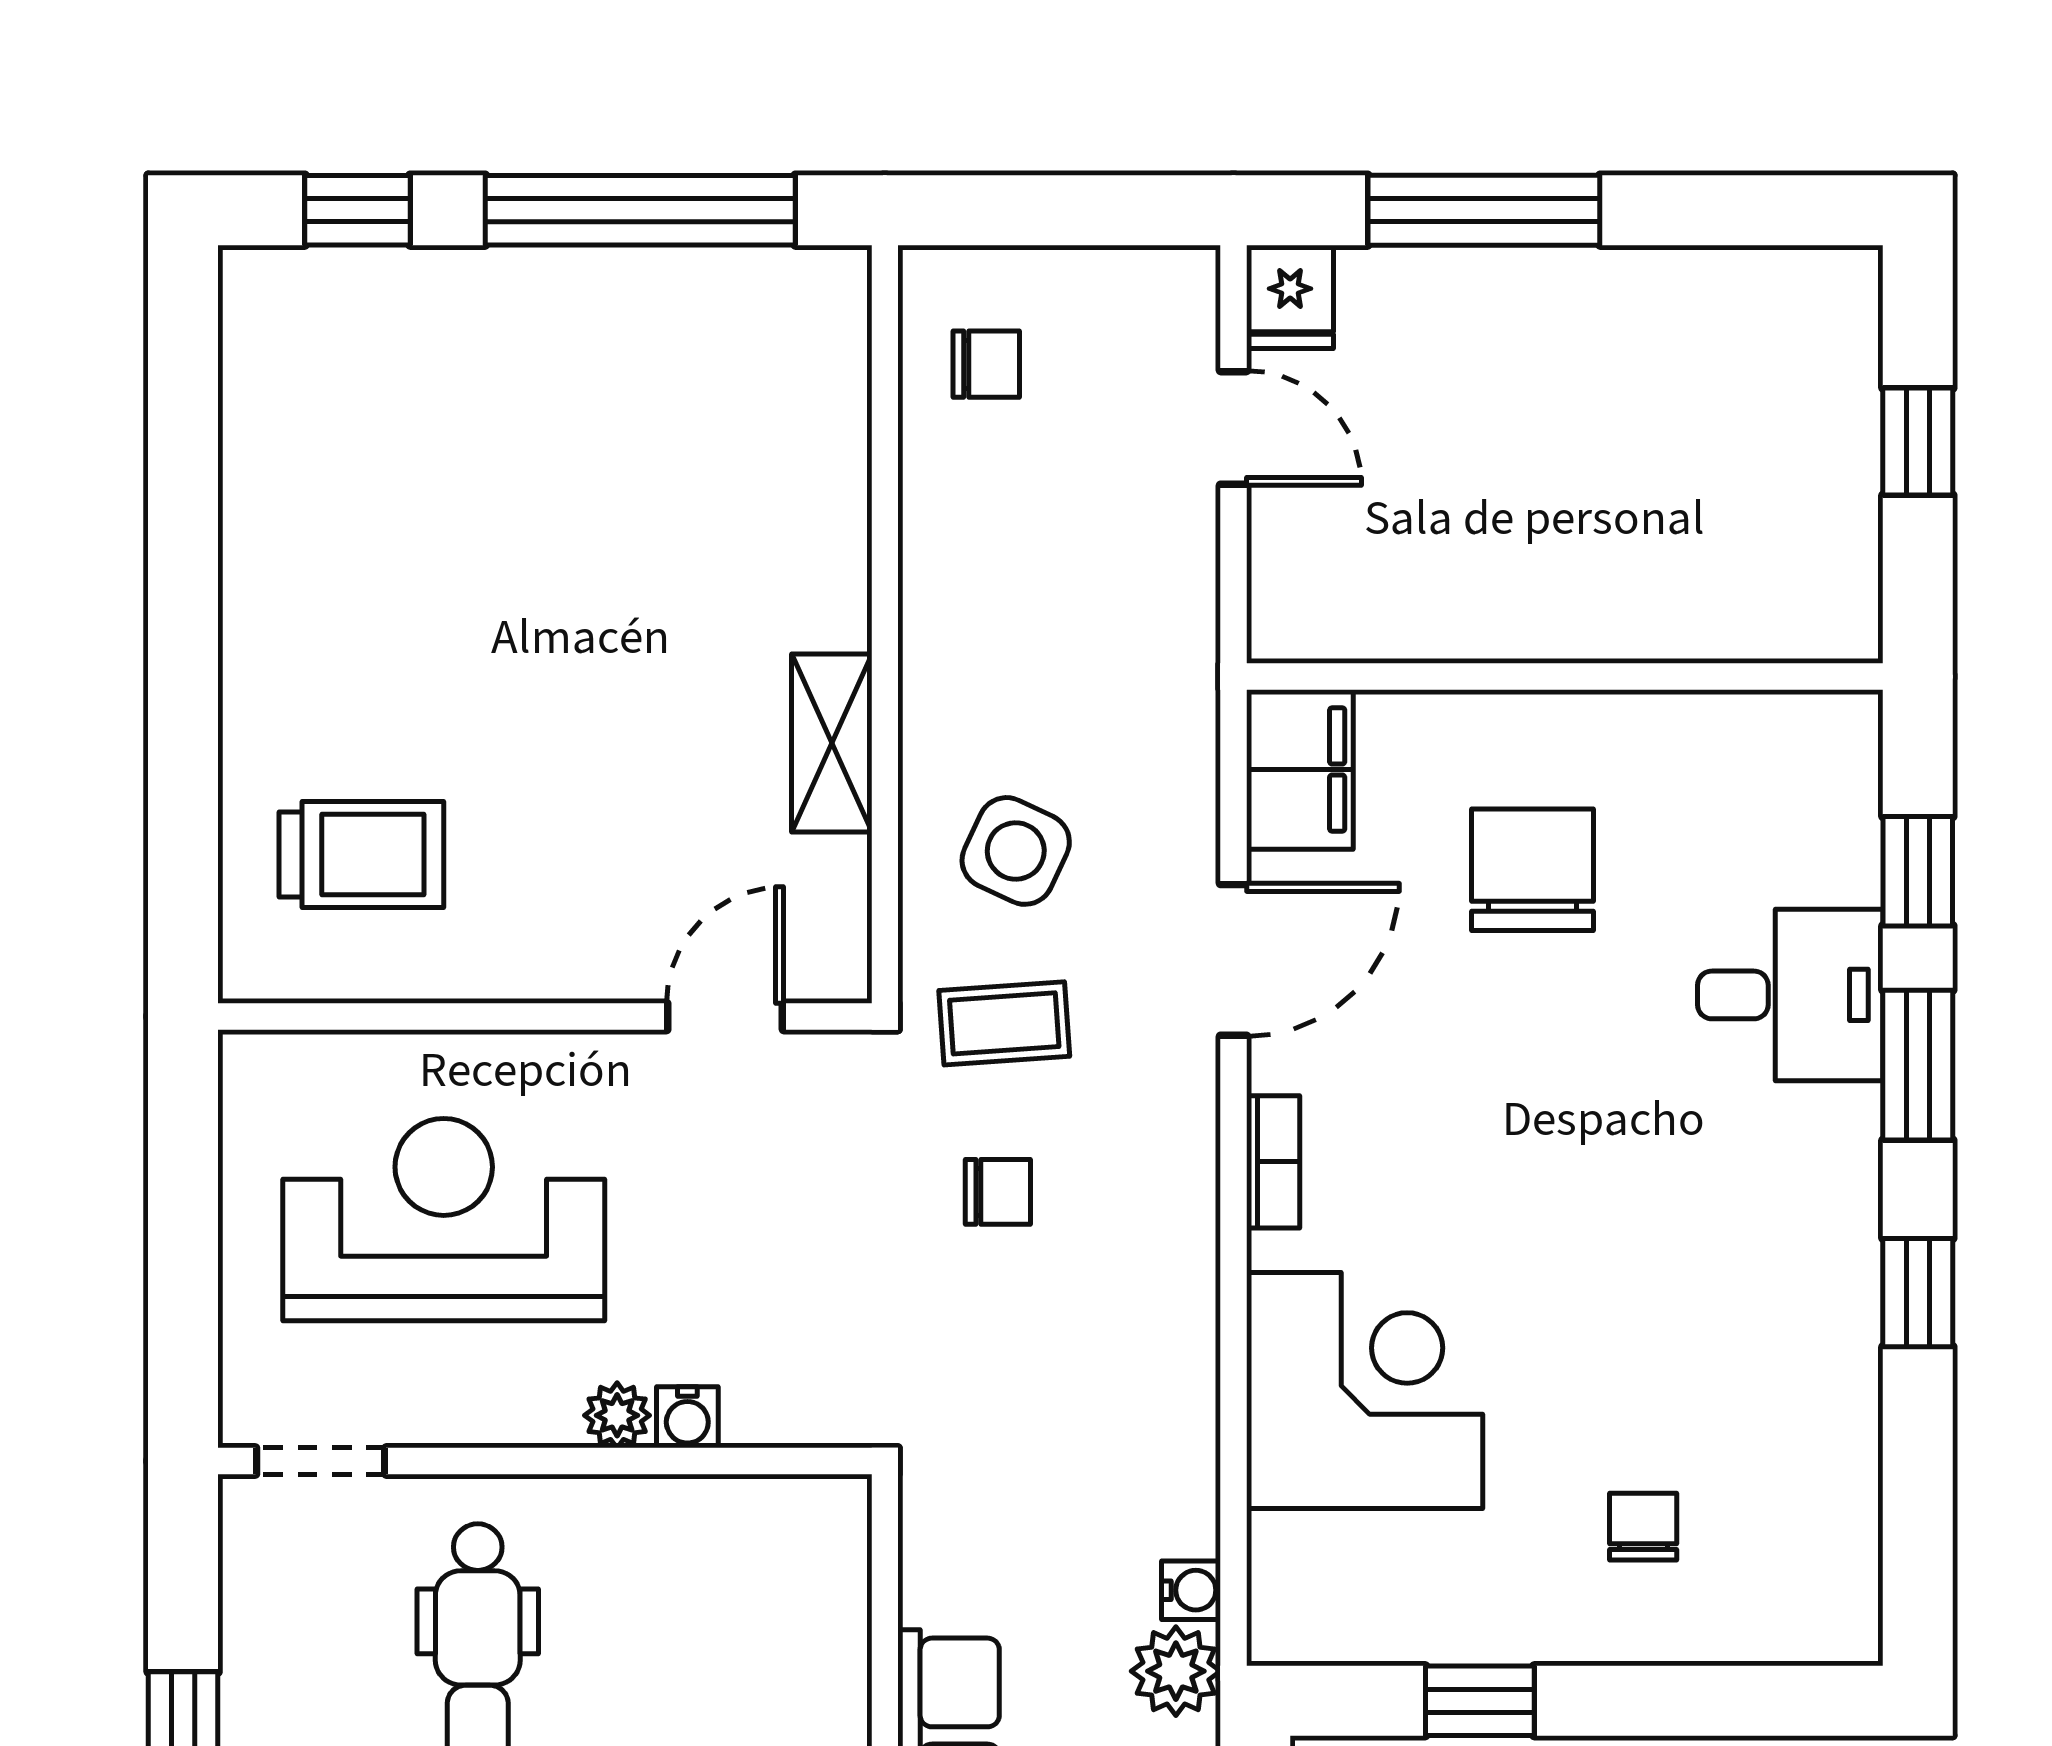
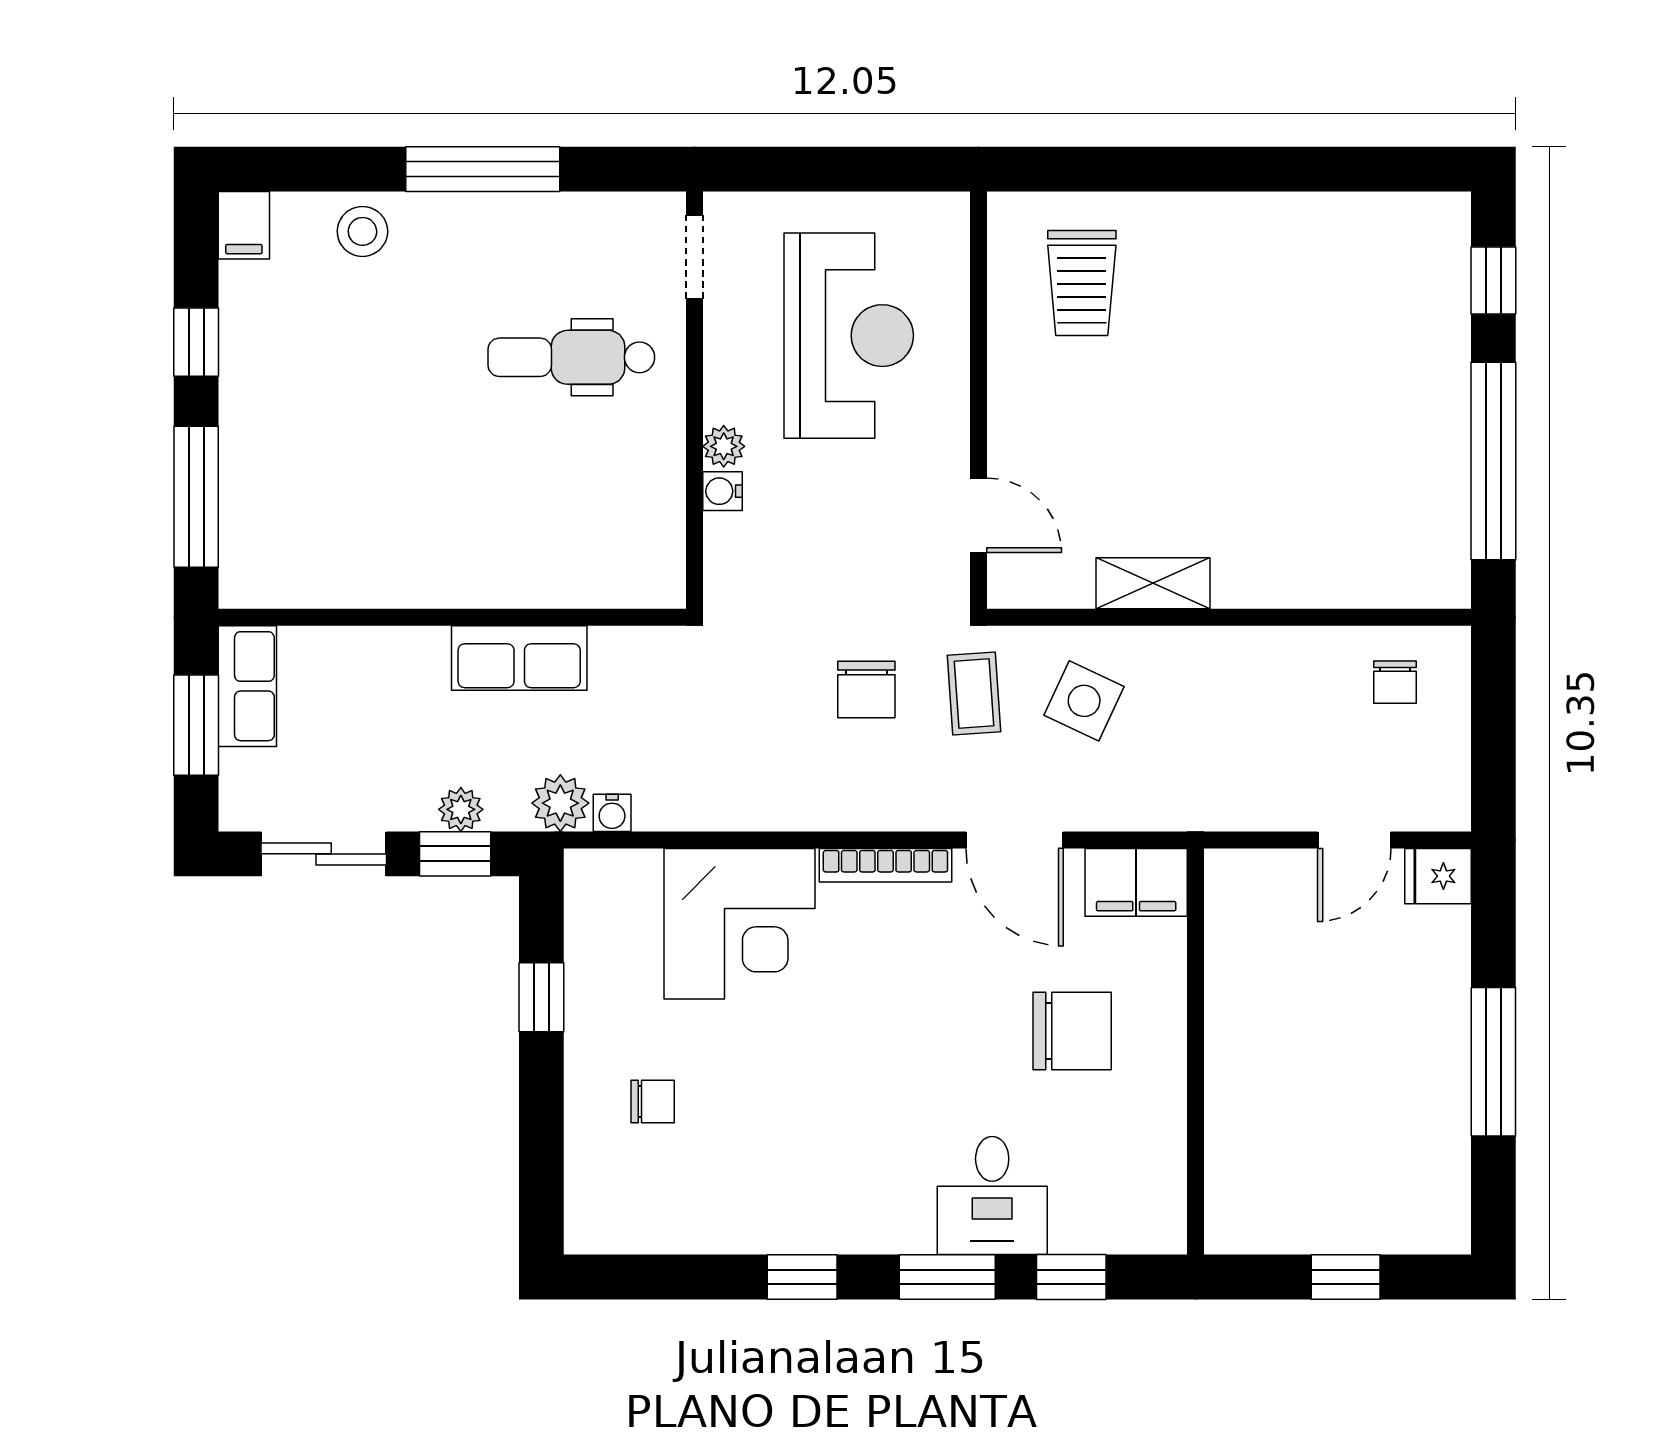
window: (1484, 210) -> (1493, 1062), moved
bookcase: (1273, 1162) -> (885, 865), width x1.56
chair: (998, 1192) -> (866, 689), width x1.37, depth x1.37

